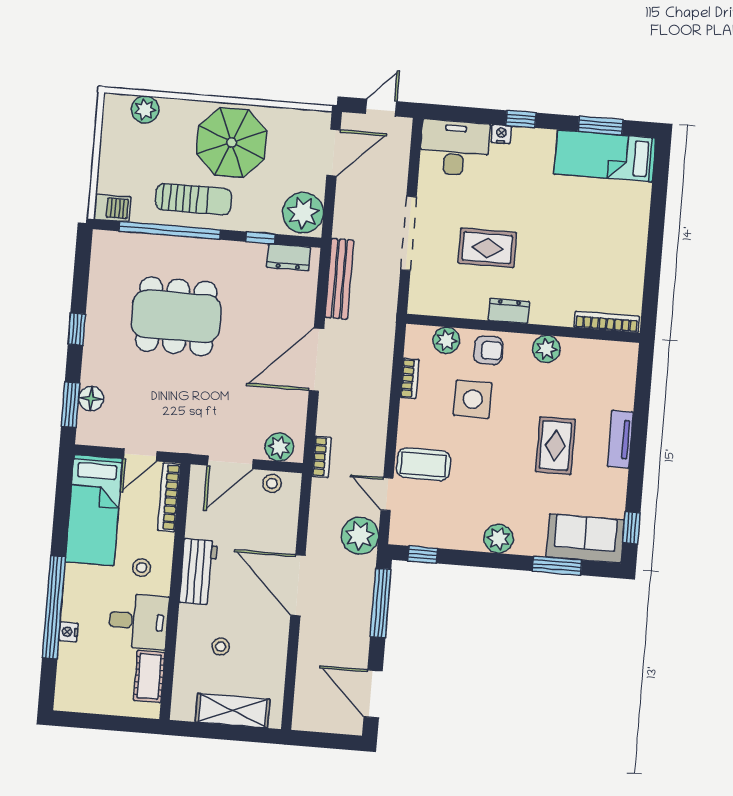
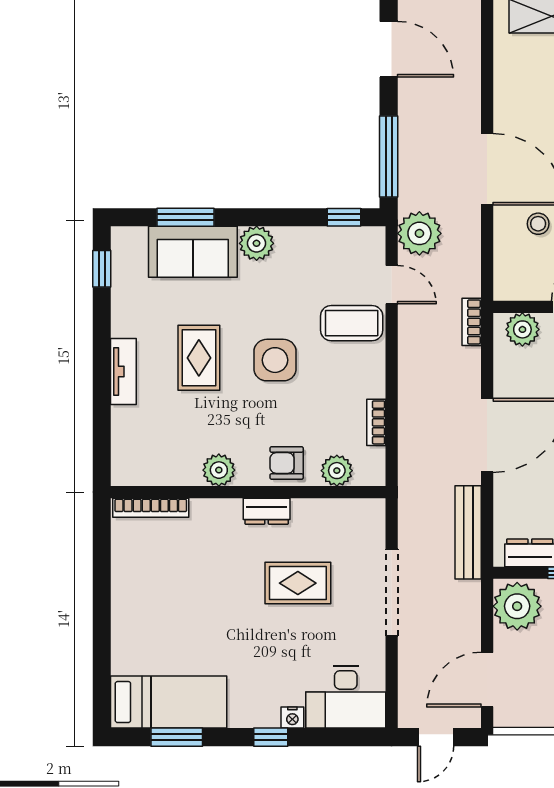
side table: (473, 399) -> (275, 360), moved
stool: (272, 483) -> (538, 224), moved
sofa: (585, 539) -> (193, 252), moved

